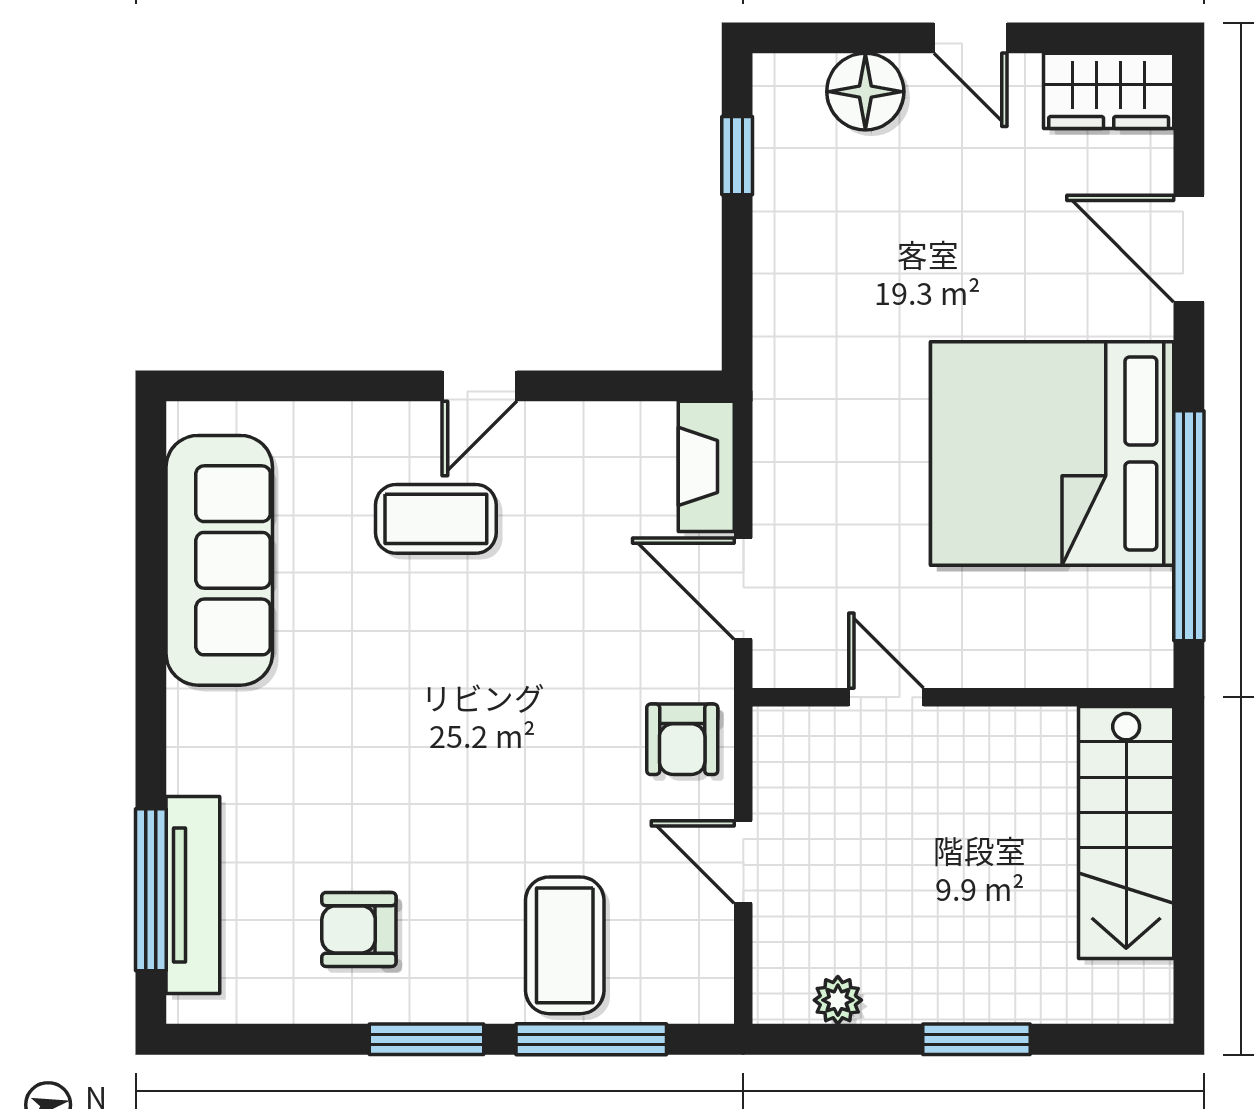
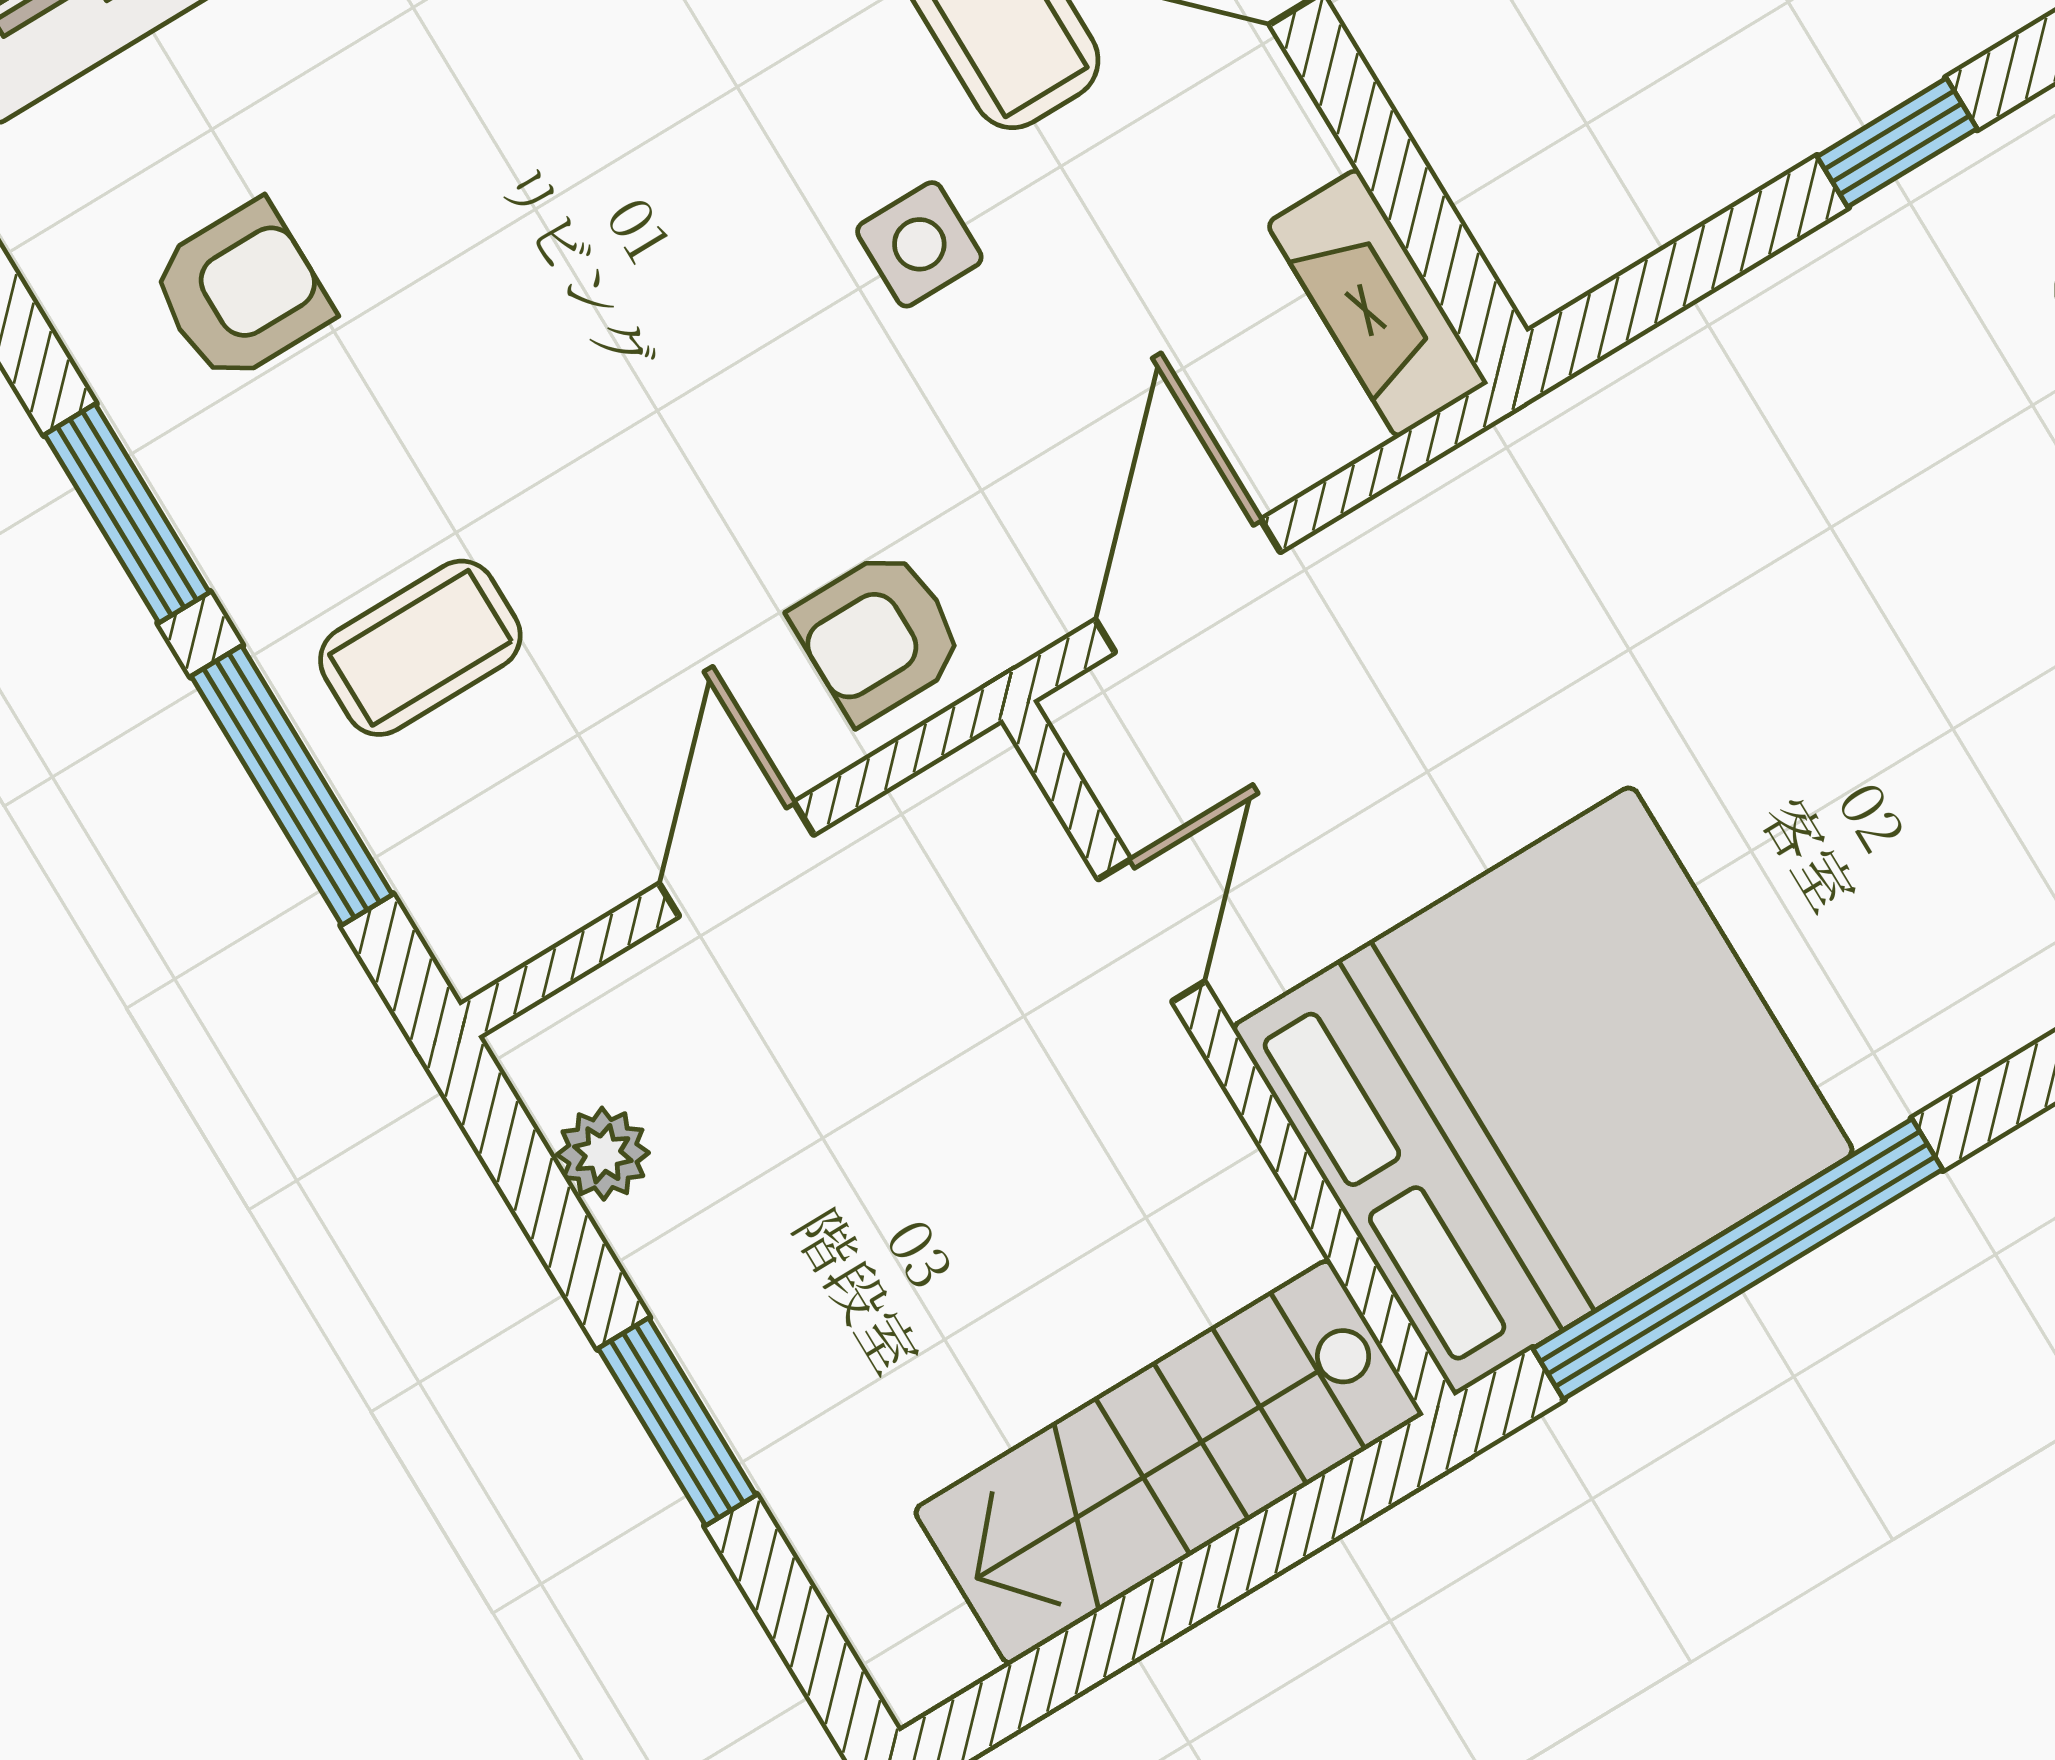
bed: (1052, 453) -> (1543, 1090), moved, turned 90
fireplace: (706, 466) -> (1377, 303), moved, turned -90
side table: (520, 616) -> (919, 244), added
armchair: (359, 929) -> (241, 292), turned 90
coffee table: (565, 945) -> (420, 648), width x0.73, depth x0.77

